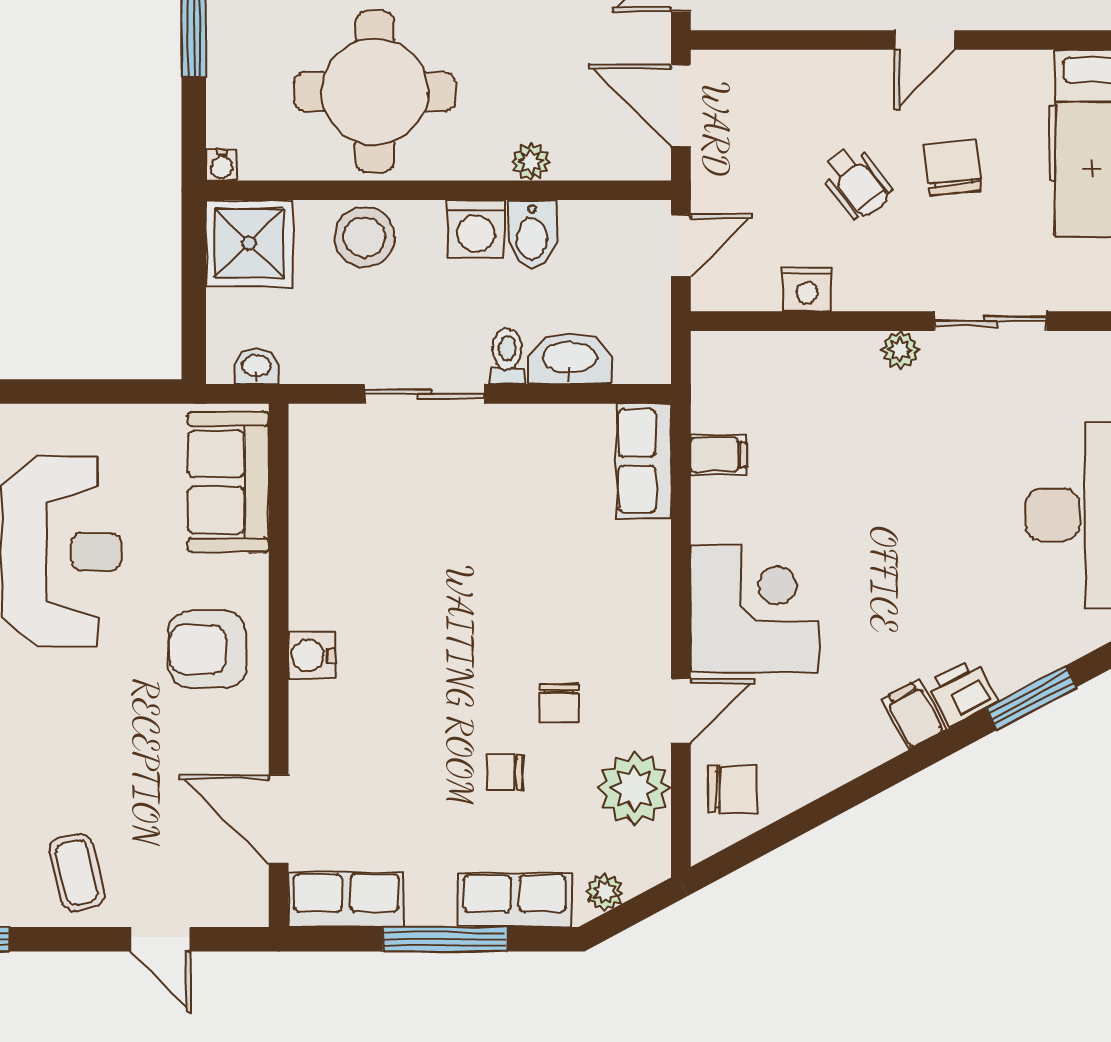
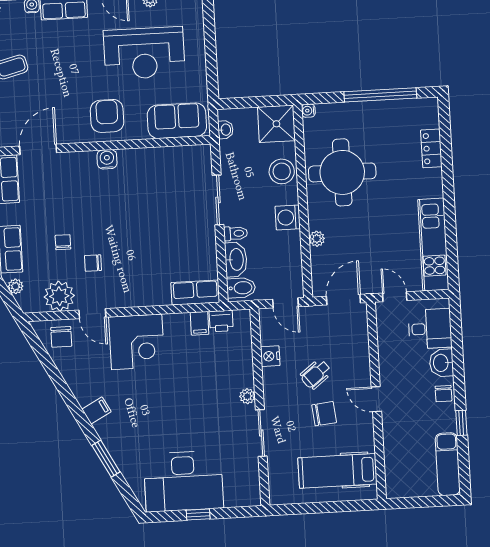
bidet: (532, 234) -> (241, 288), moved, turned 180
printer: (962, 692) -> (221, 321), moved, turned 118

